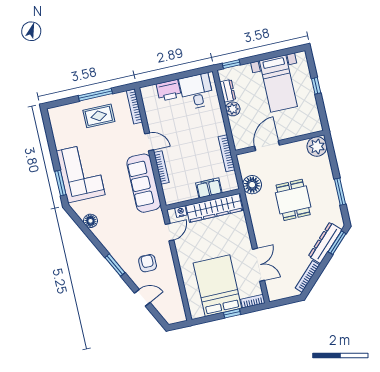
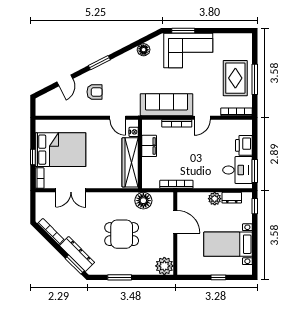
window: (194, 73) -> (255, 171), added
rug: (99, 116) -> (235, 78), width x1.36, depth x1.43
filing cabinet: (209, 188) -> (149, 146), moved

